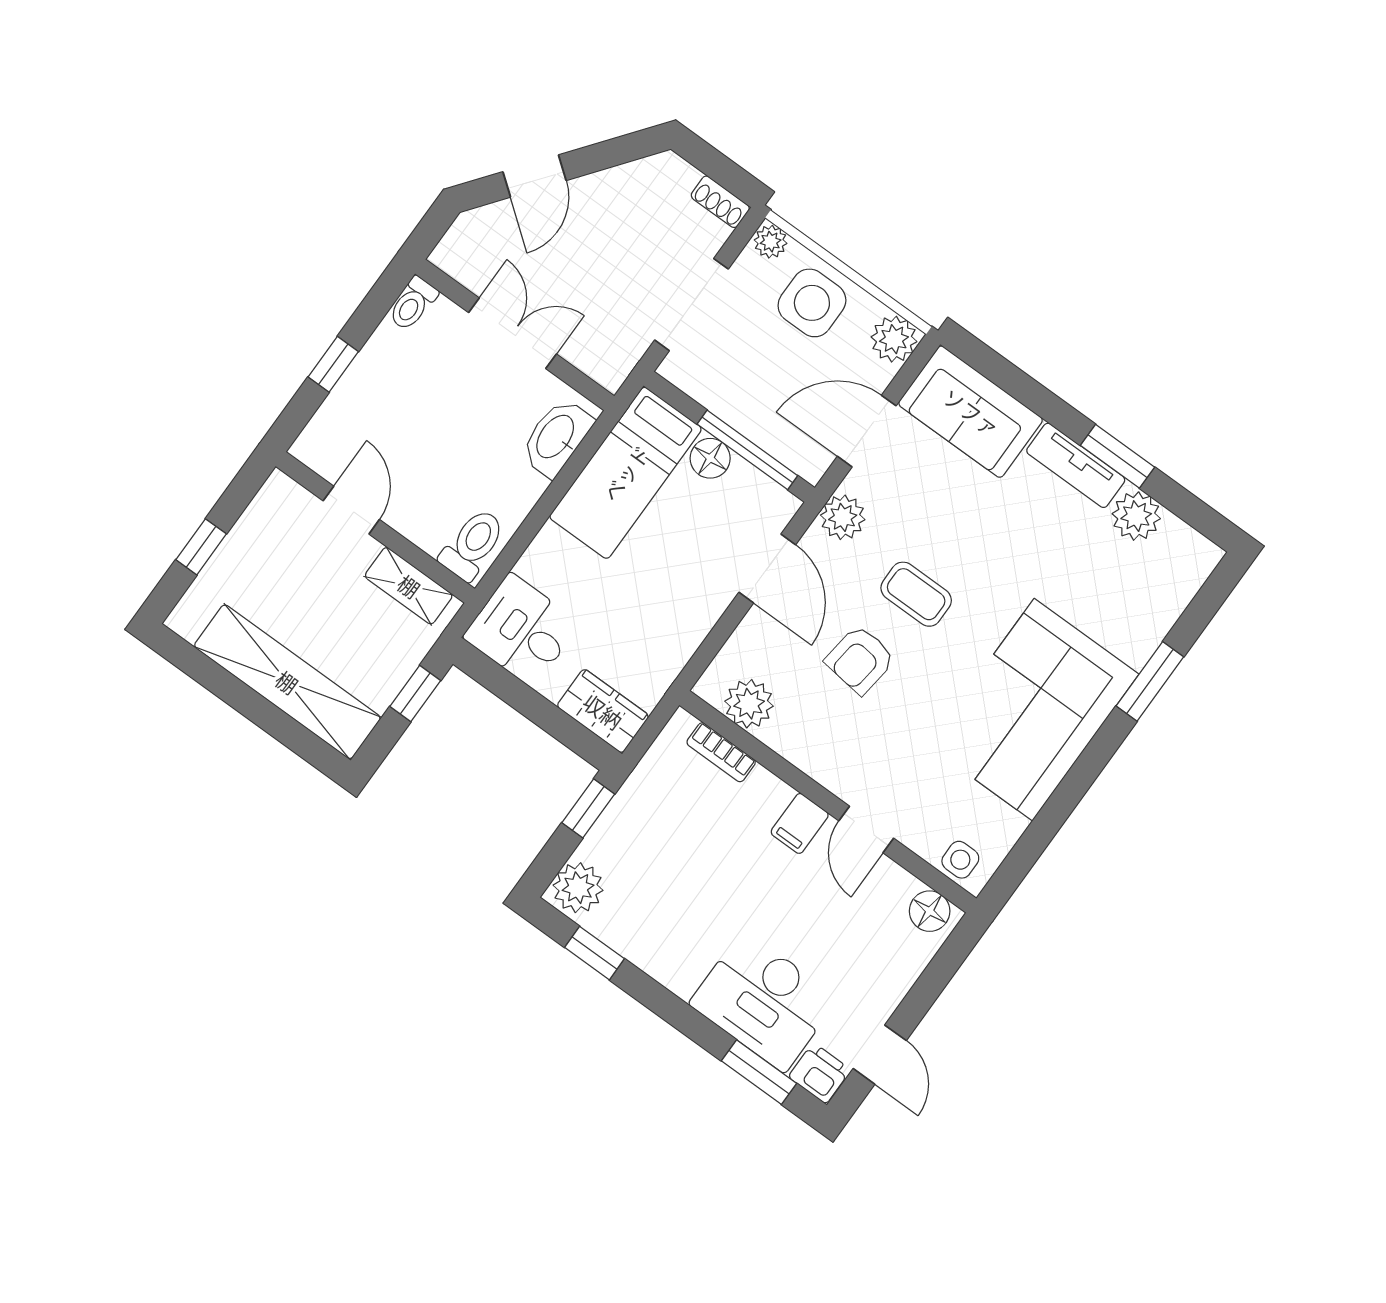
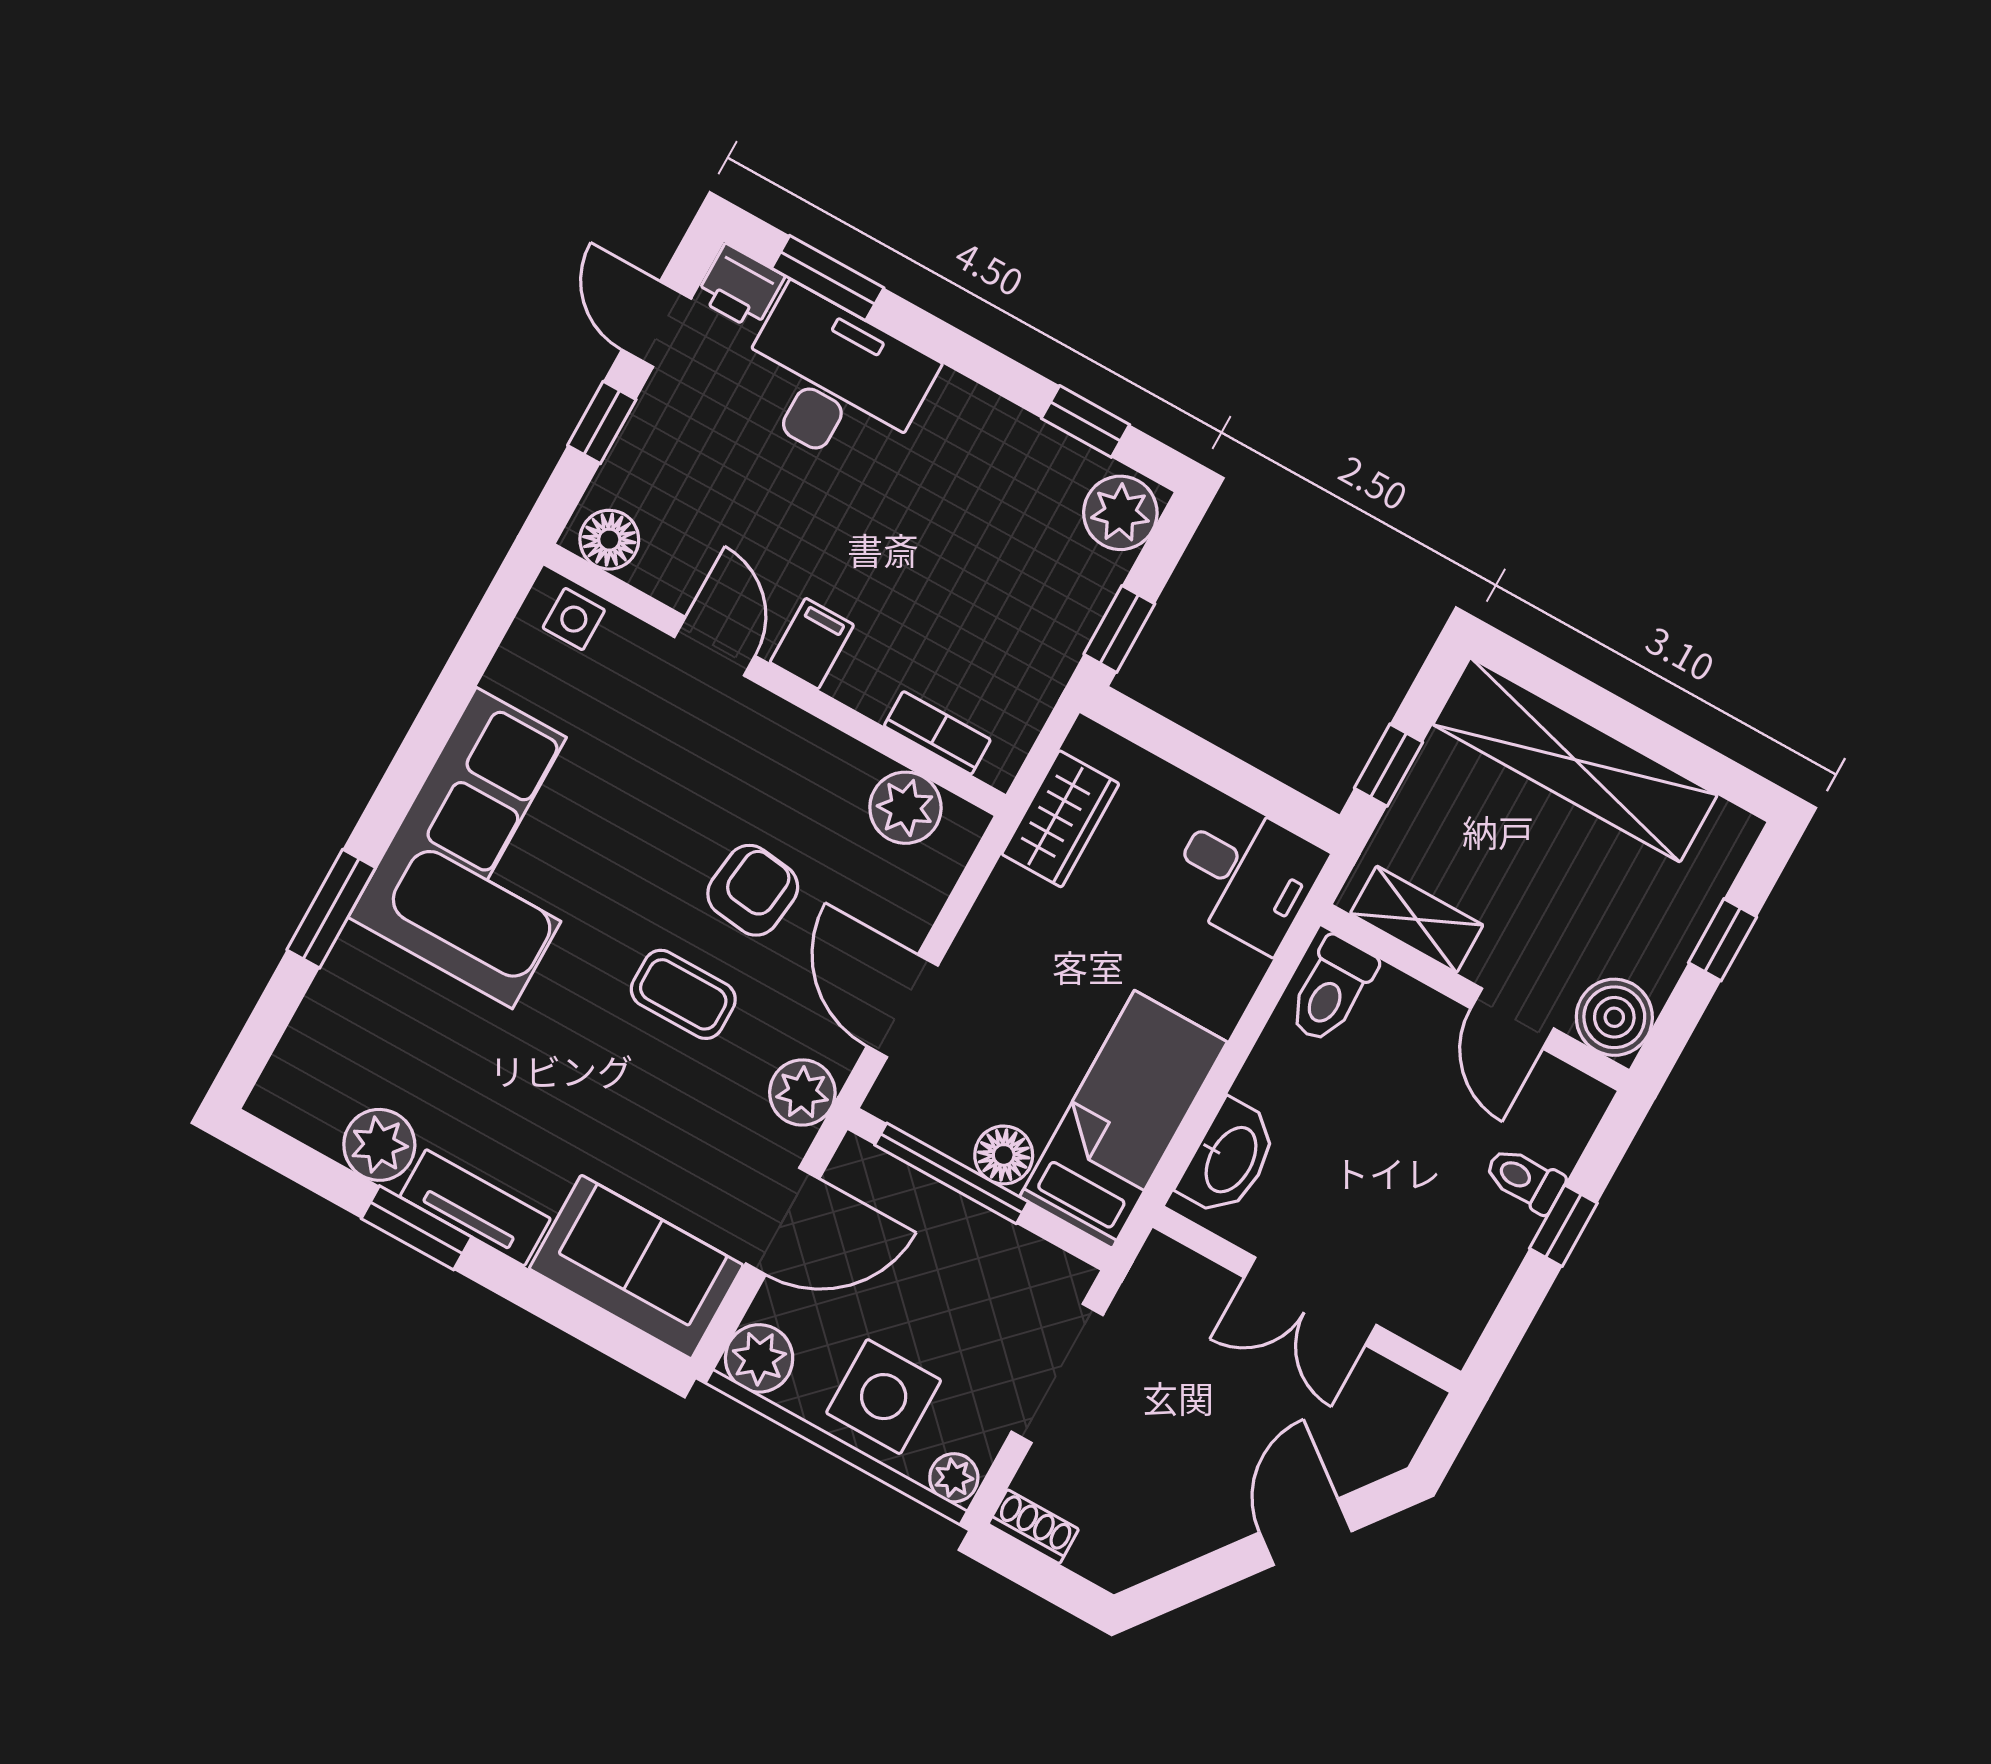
toilet: (413, 304) -> (1525, 1179), moved, turned -90
boiler: (282, 503) -> (1614, 1017), added
wardrobe: (603, 711) -> (1060, 819), moved, turned -90
window: (925, 992) -> (602, 422), added

